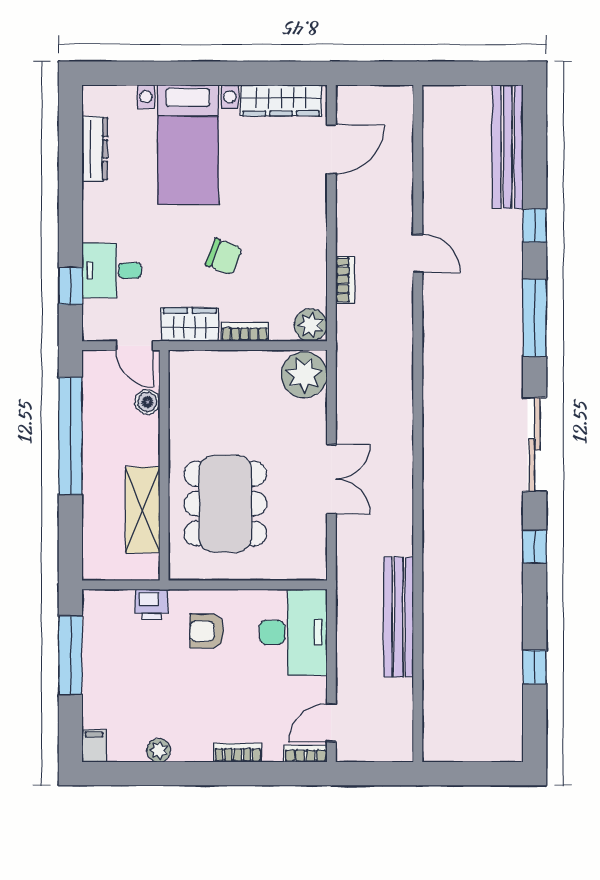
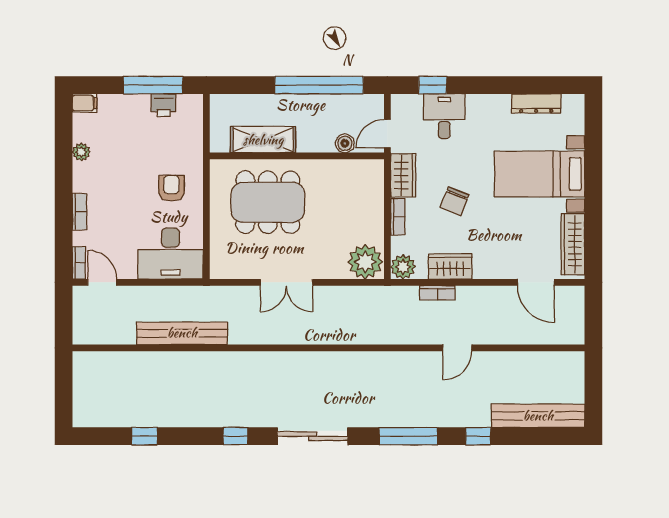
wardrobe: (310, 263) -> (450, 266), added
printer: (152, 604) -> (164, 105), moved, turned -90

